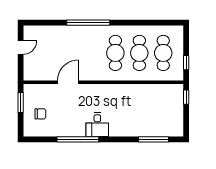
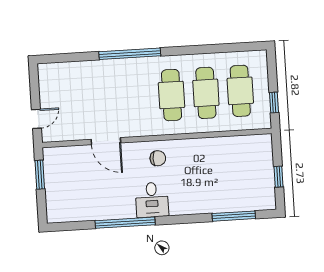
door: (21, 48) -> (36, 119), moved
door: (68, 82) -> (106, 141), swing flipped
window: (186, 97) -> (279, 177), moved
chair: (40, 114) -> (158, 158), moved

